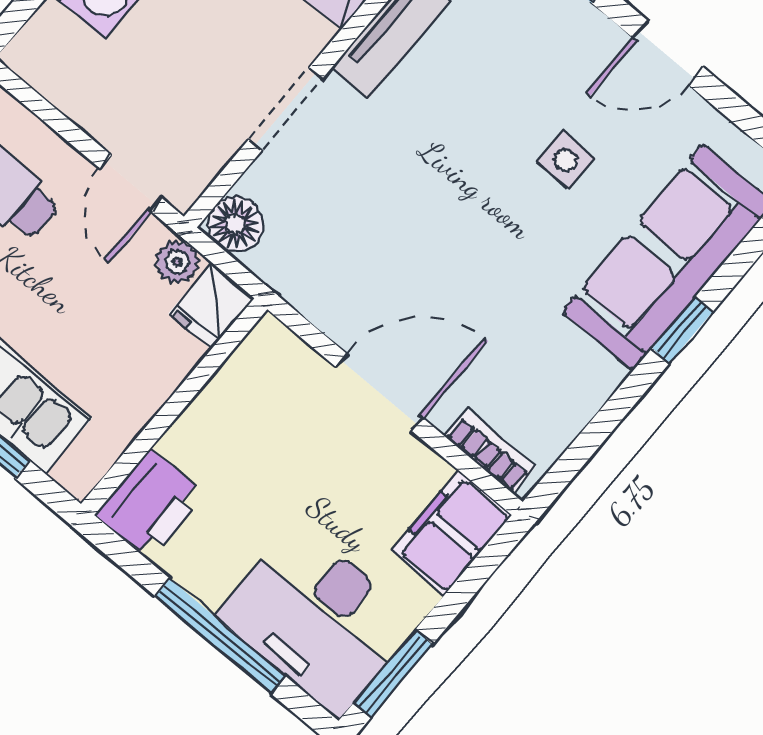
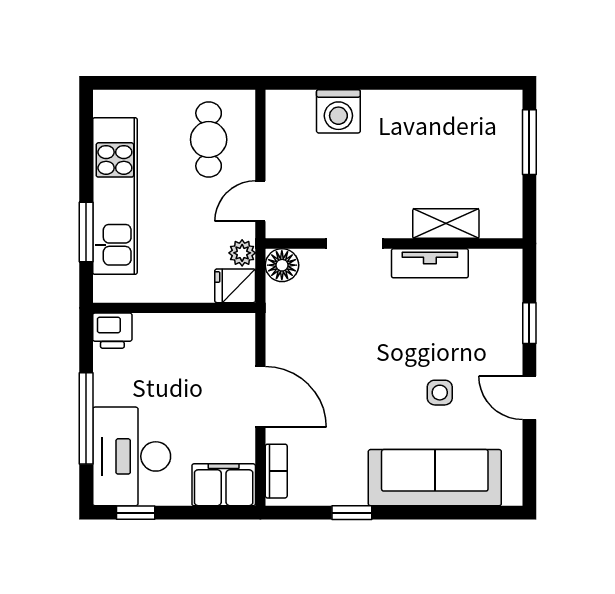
window: (682, 330) -> (352, 513), moved
printer: (150, 505) -> (112, 331), width x0.73, depth x0.81
window: (393, 674) -> (136, 513), width x0.67

